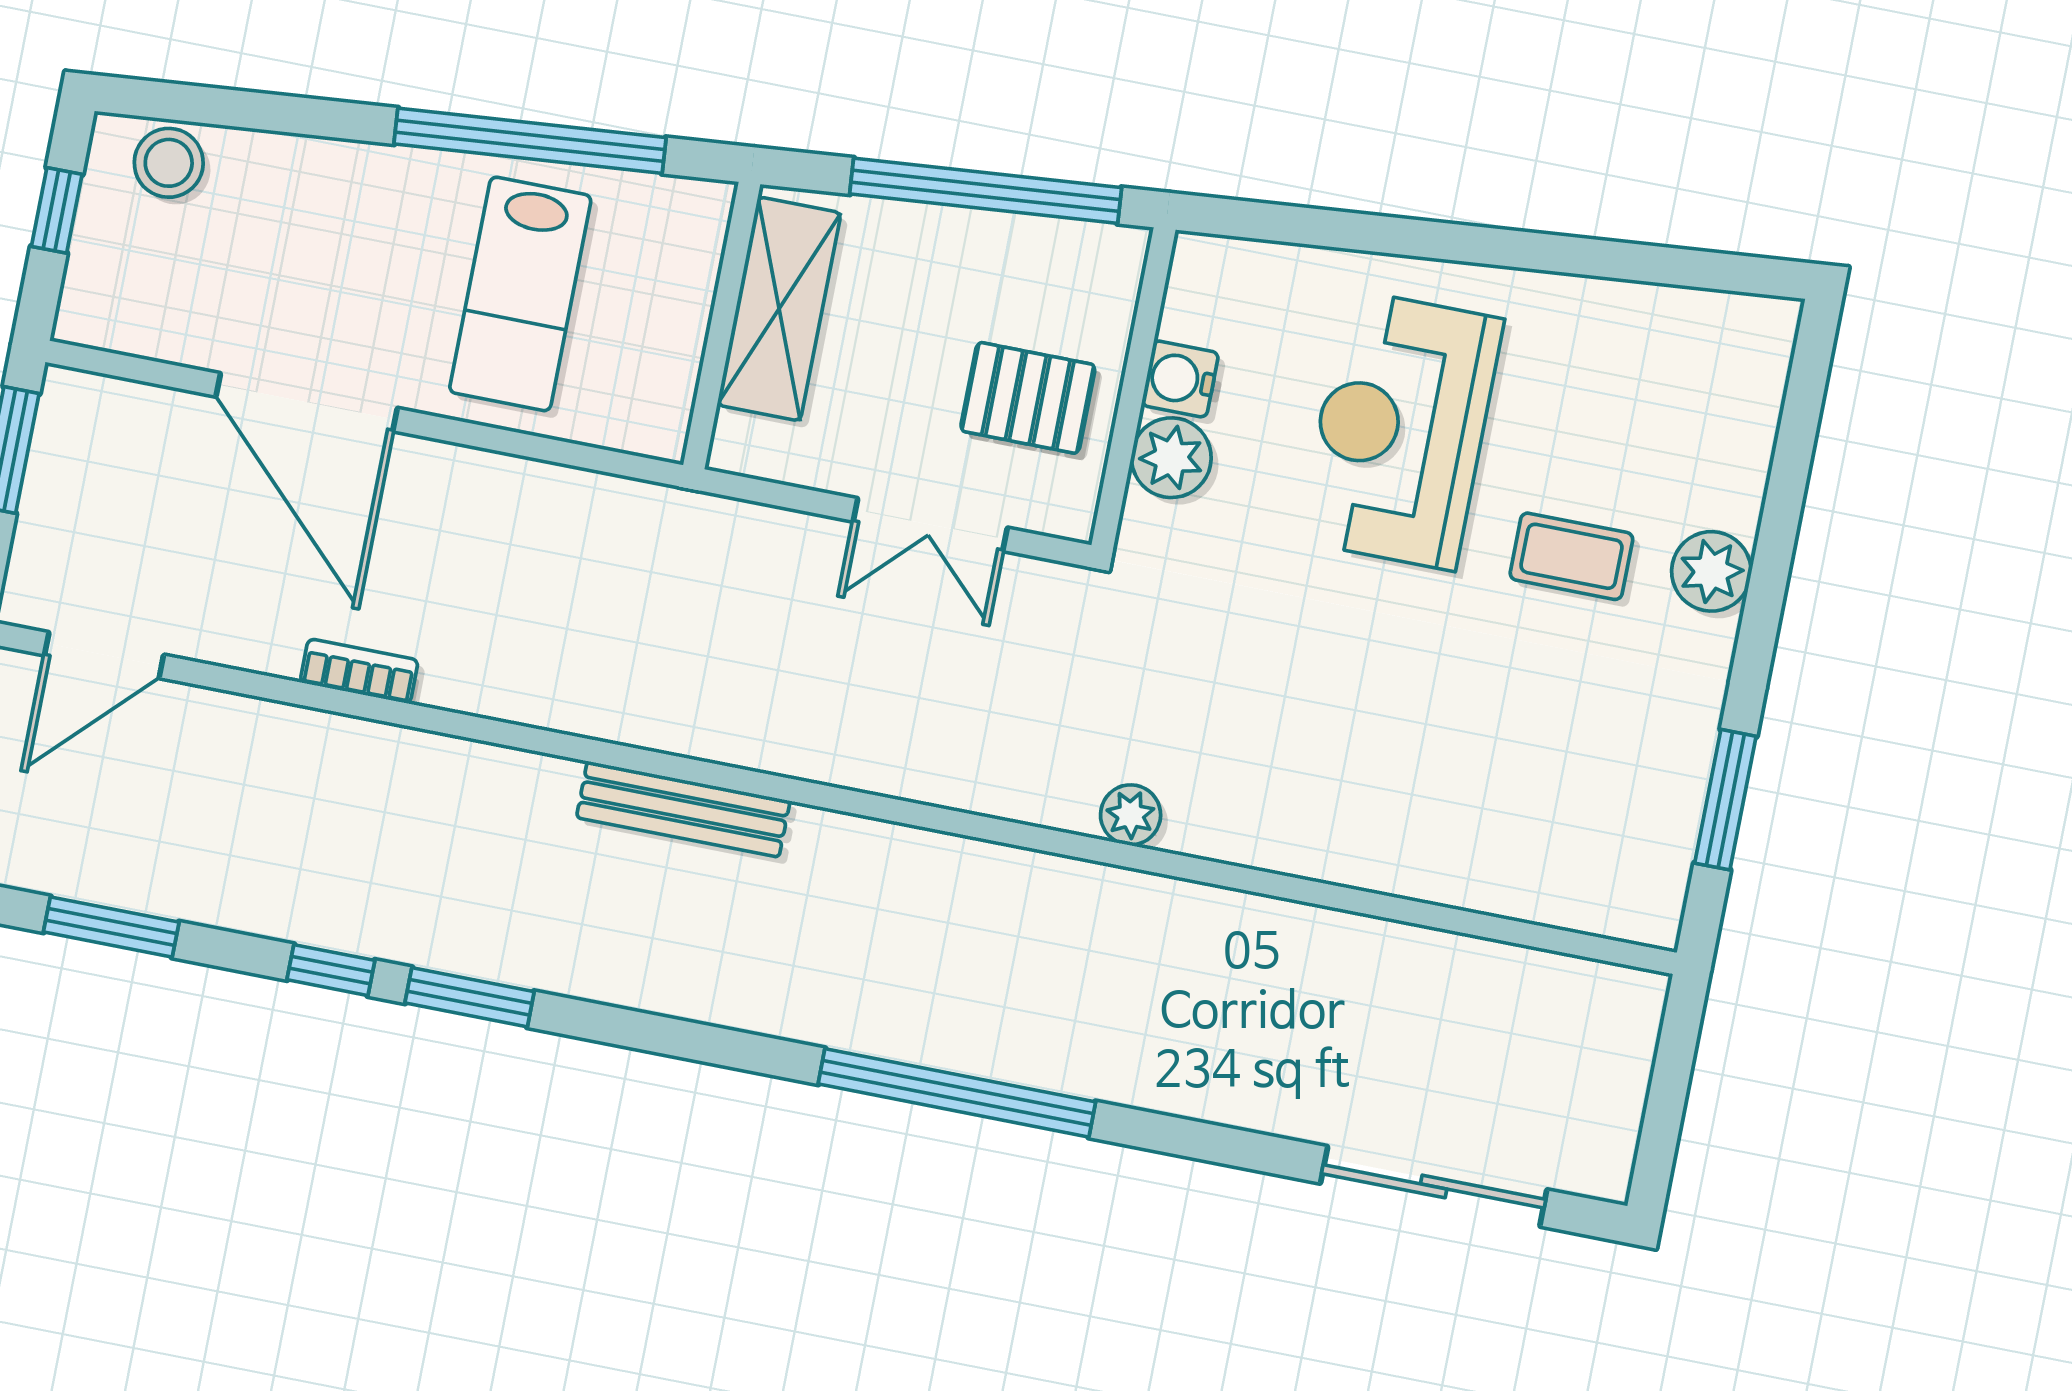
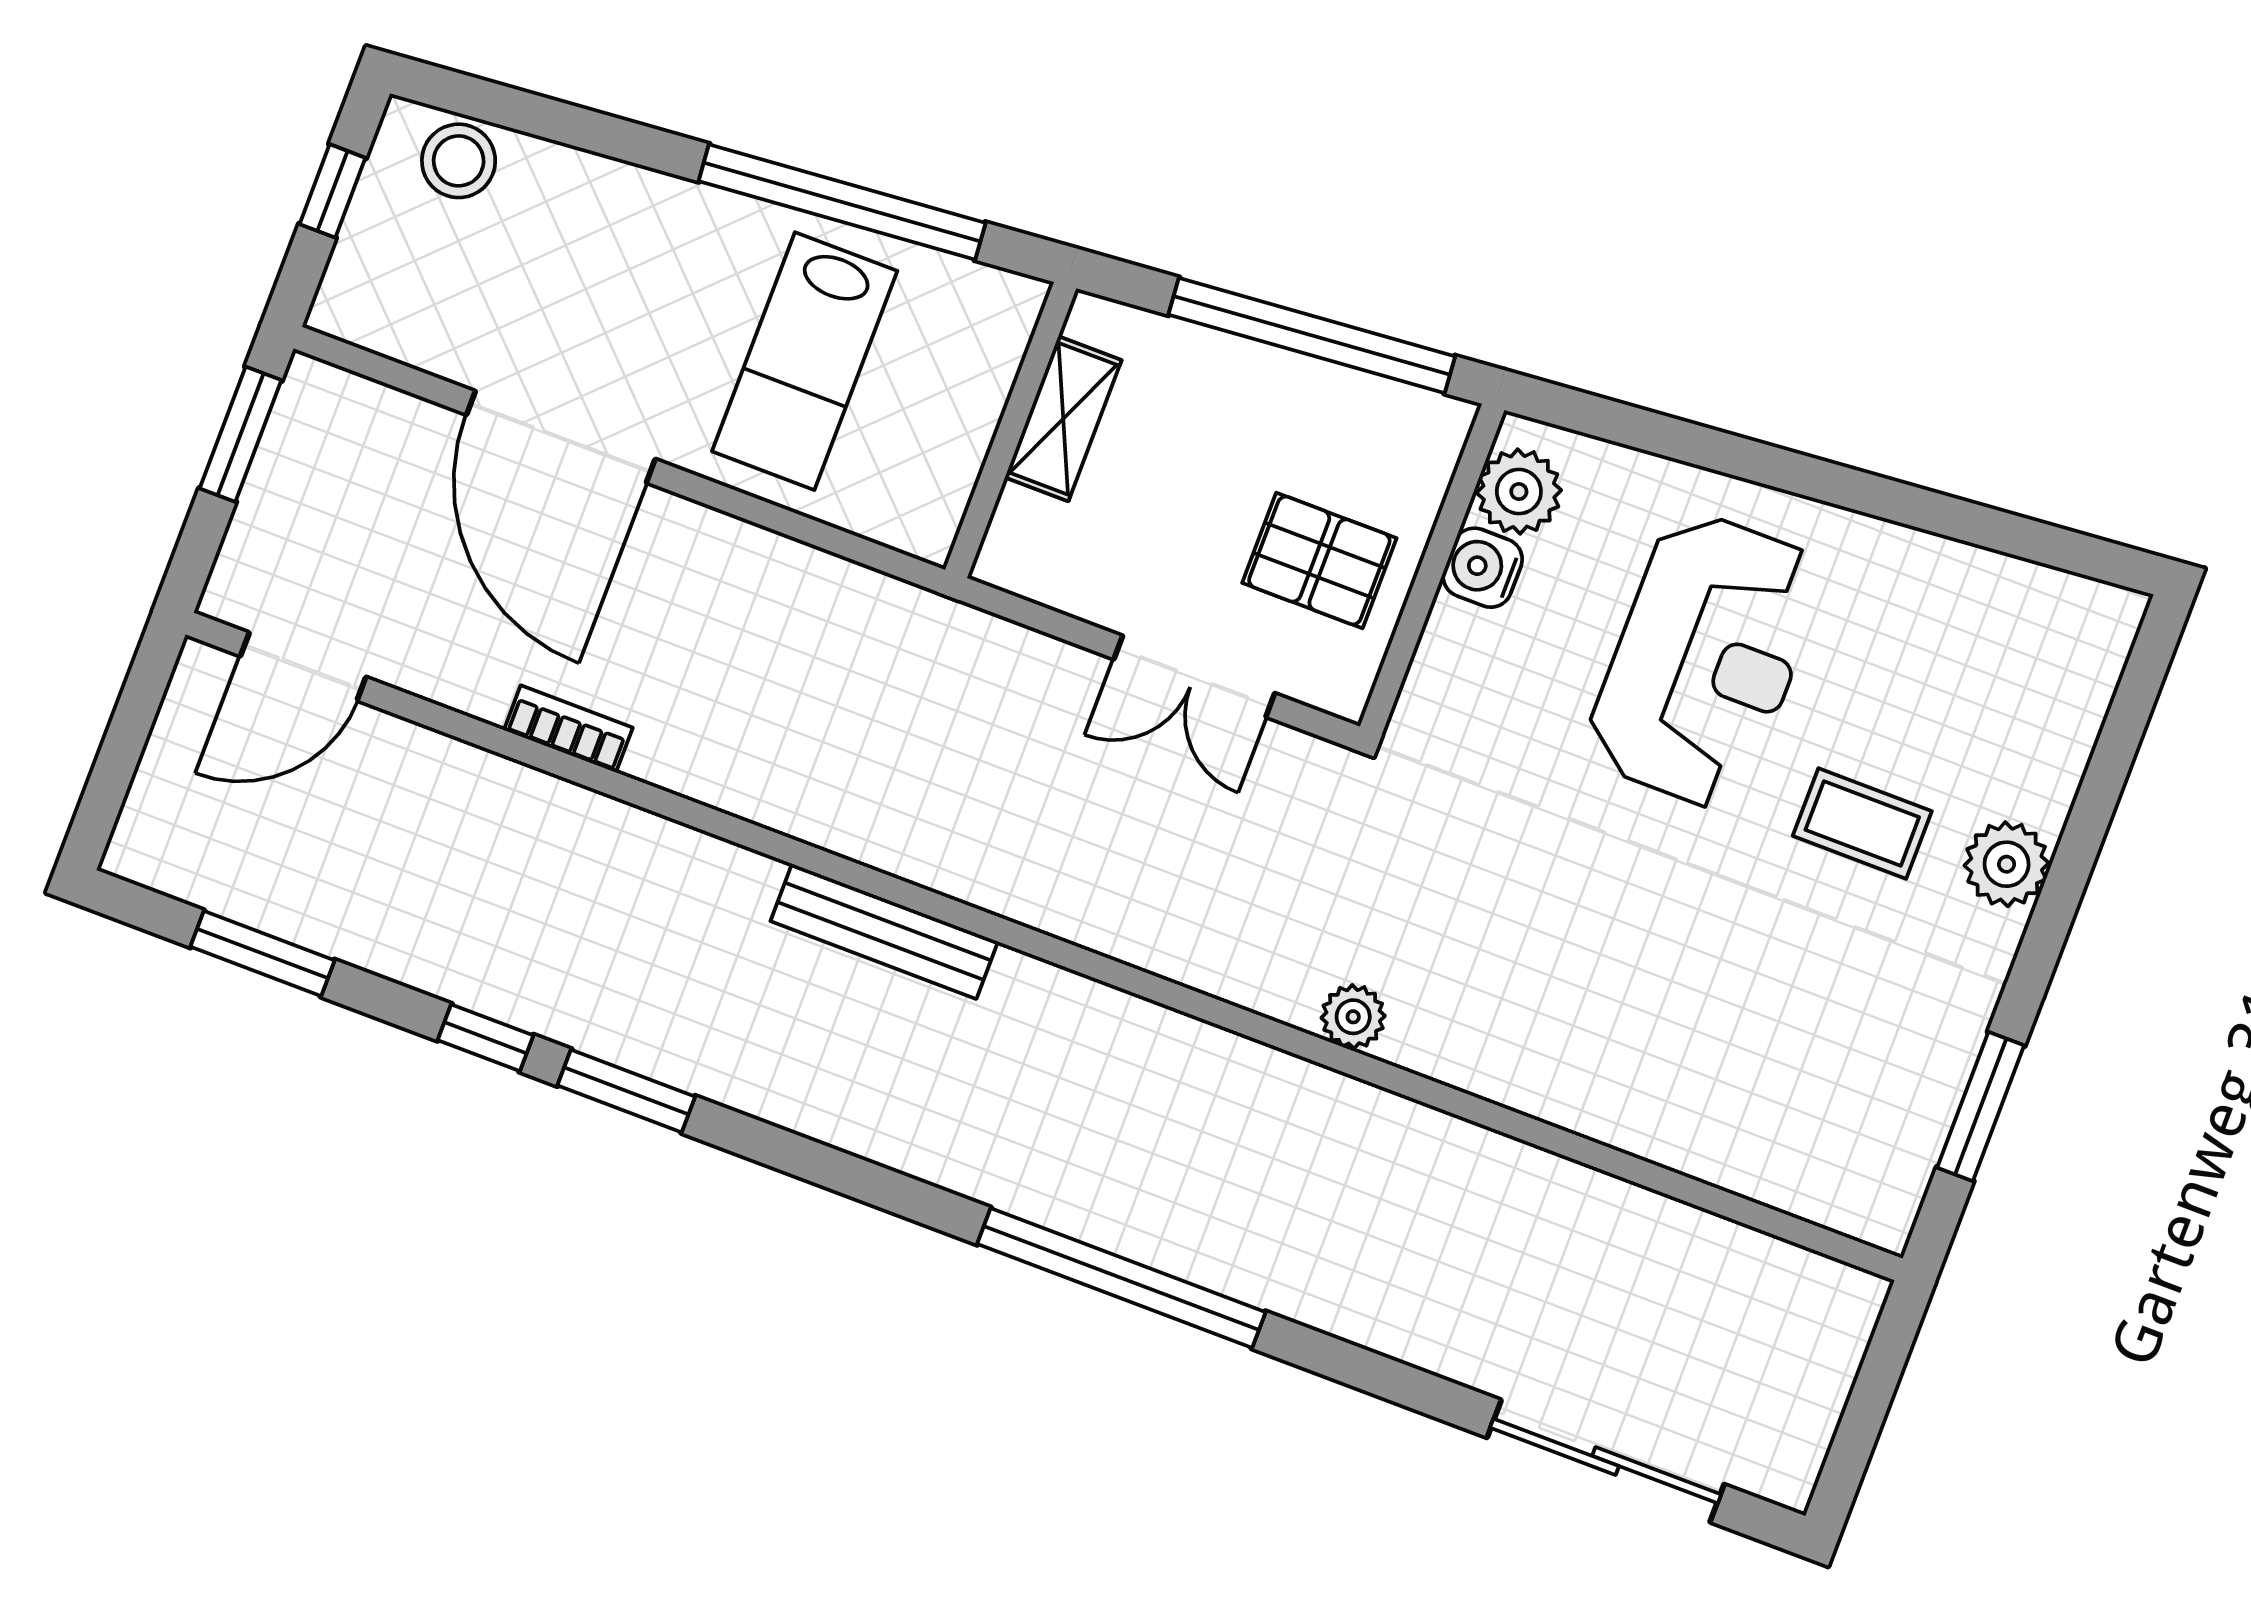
shelving: (779, 309) -> (1063, 419), width x0.67, depth x0.75
reception desk: (1401, 430) -> (1705, 660), turned 180
plant: (1171, 458) -> (1519, 492), moved

